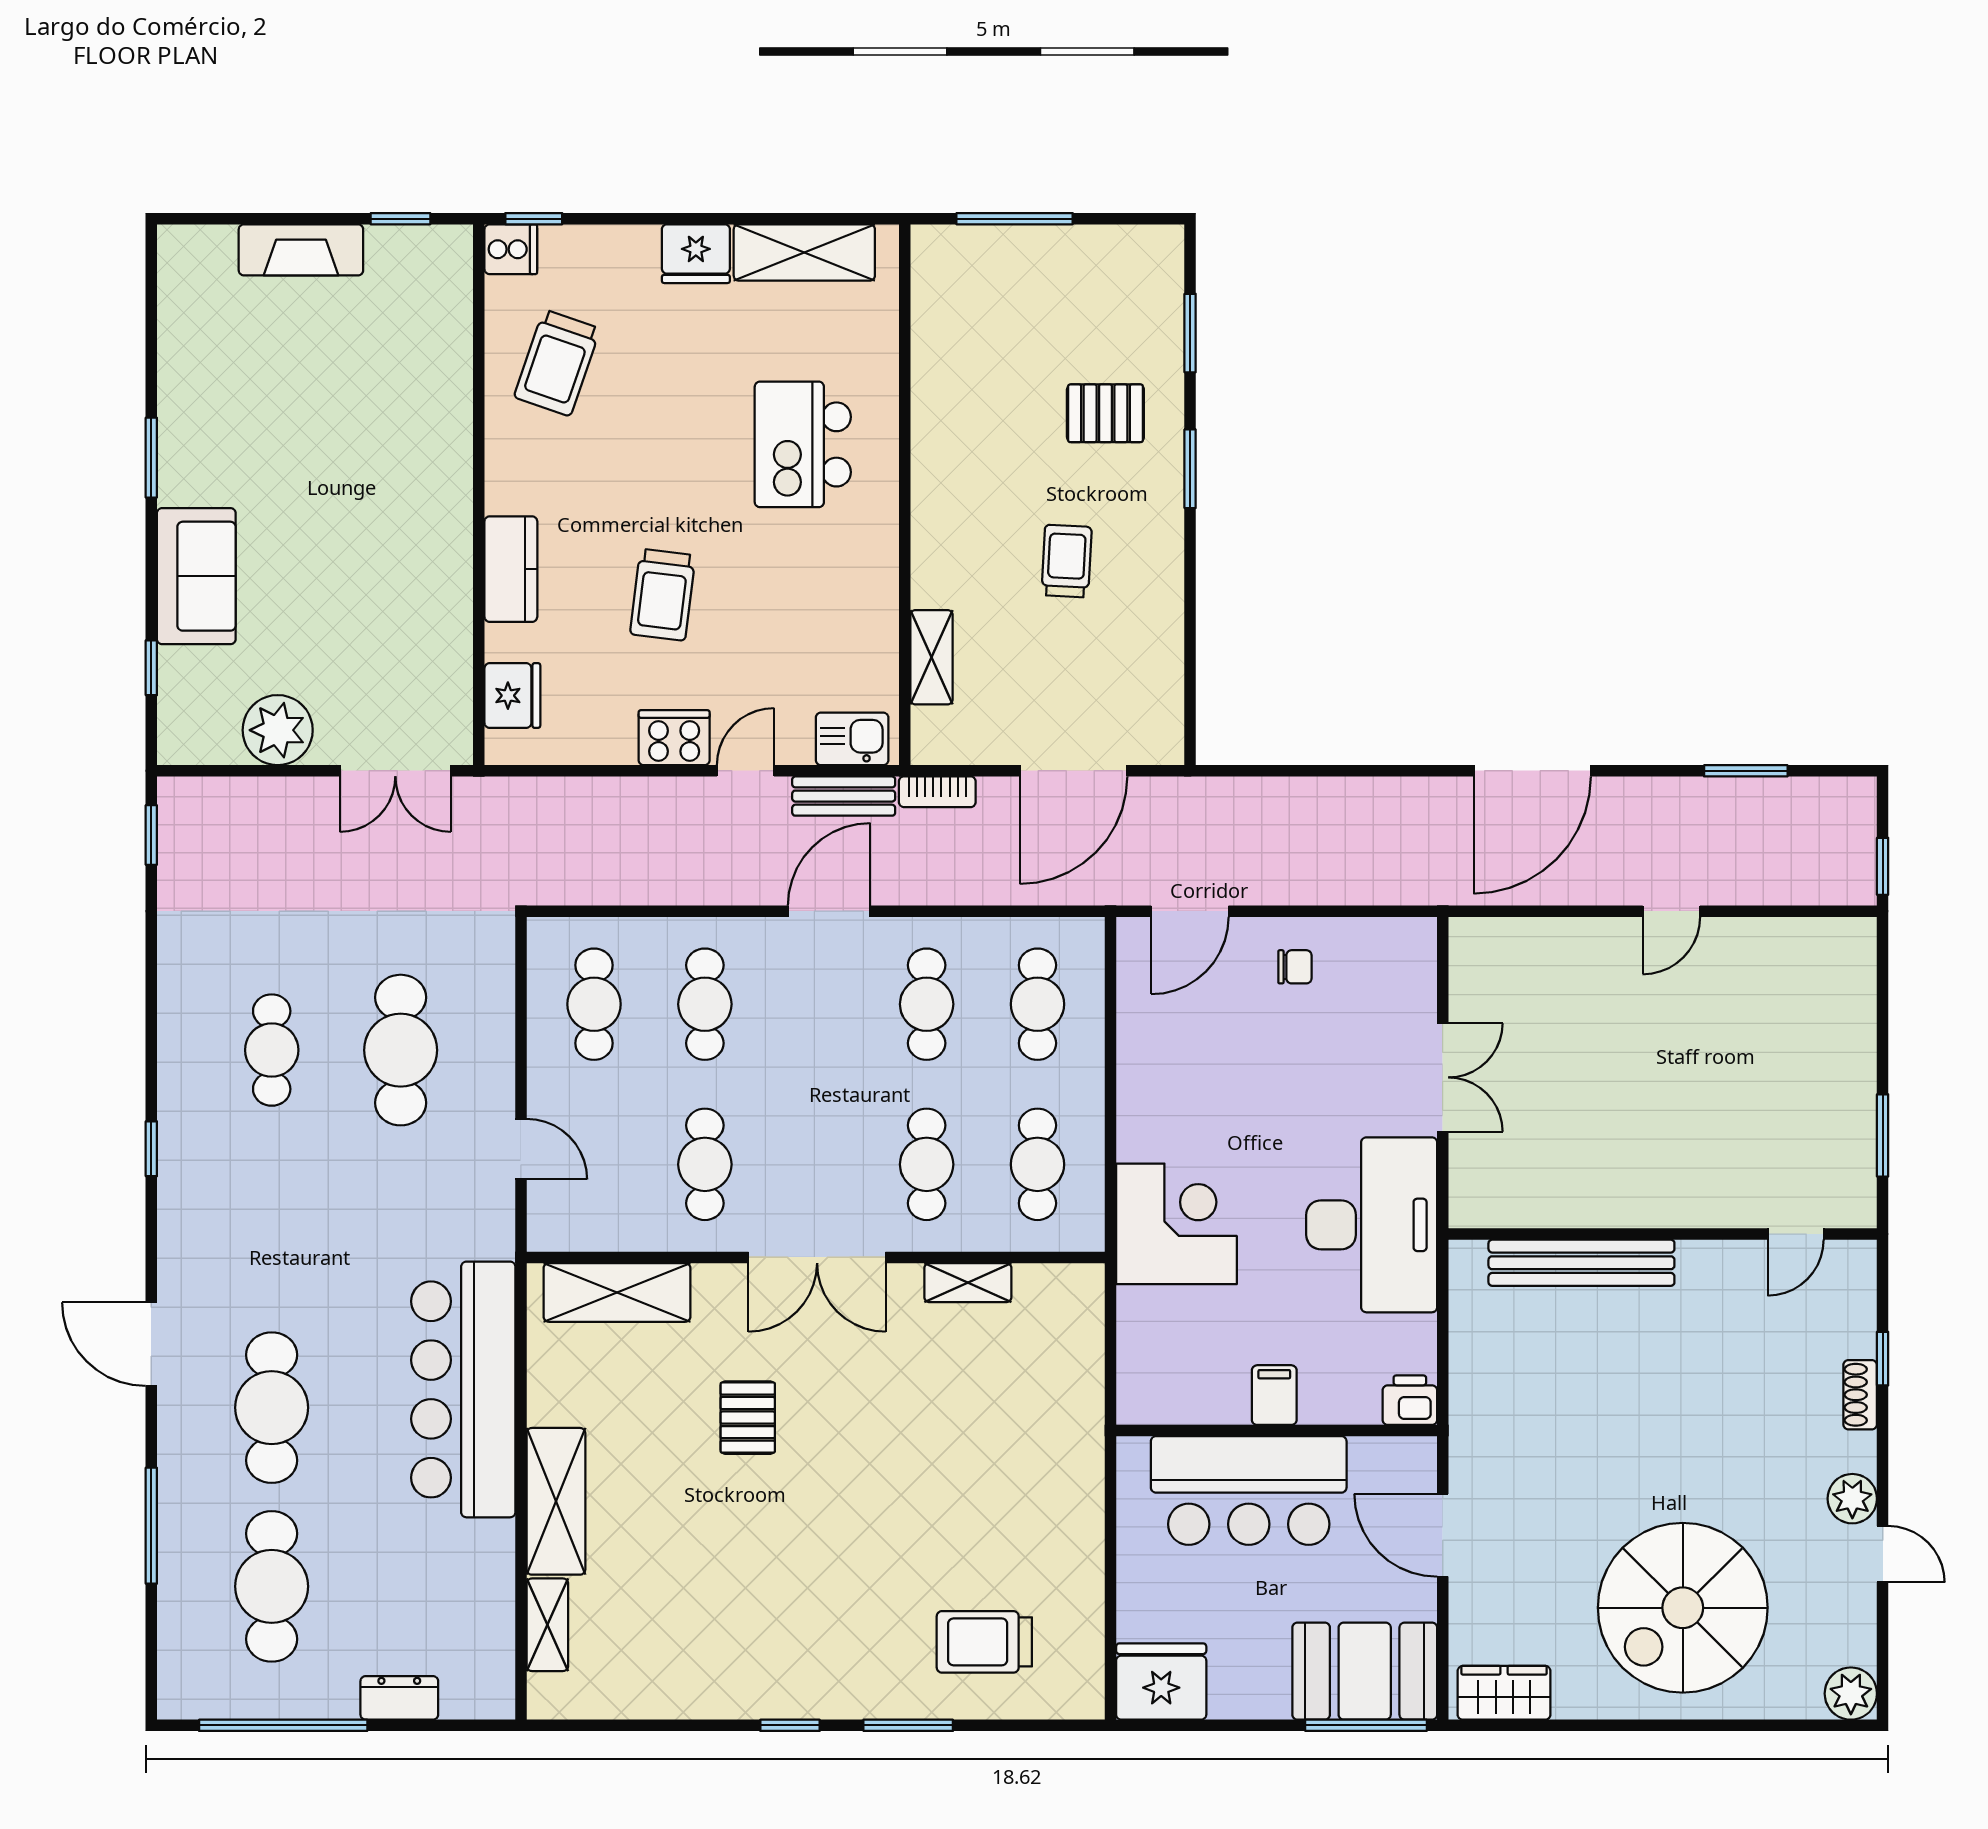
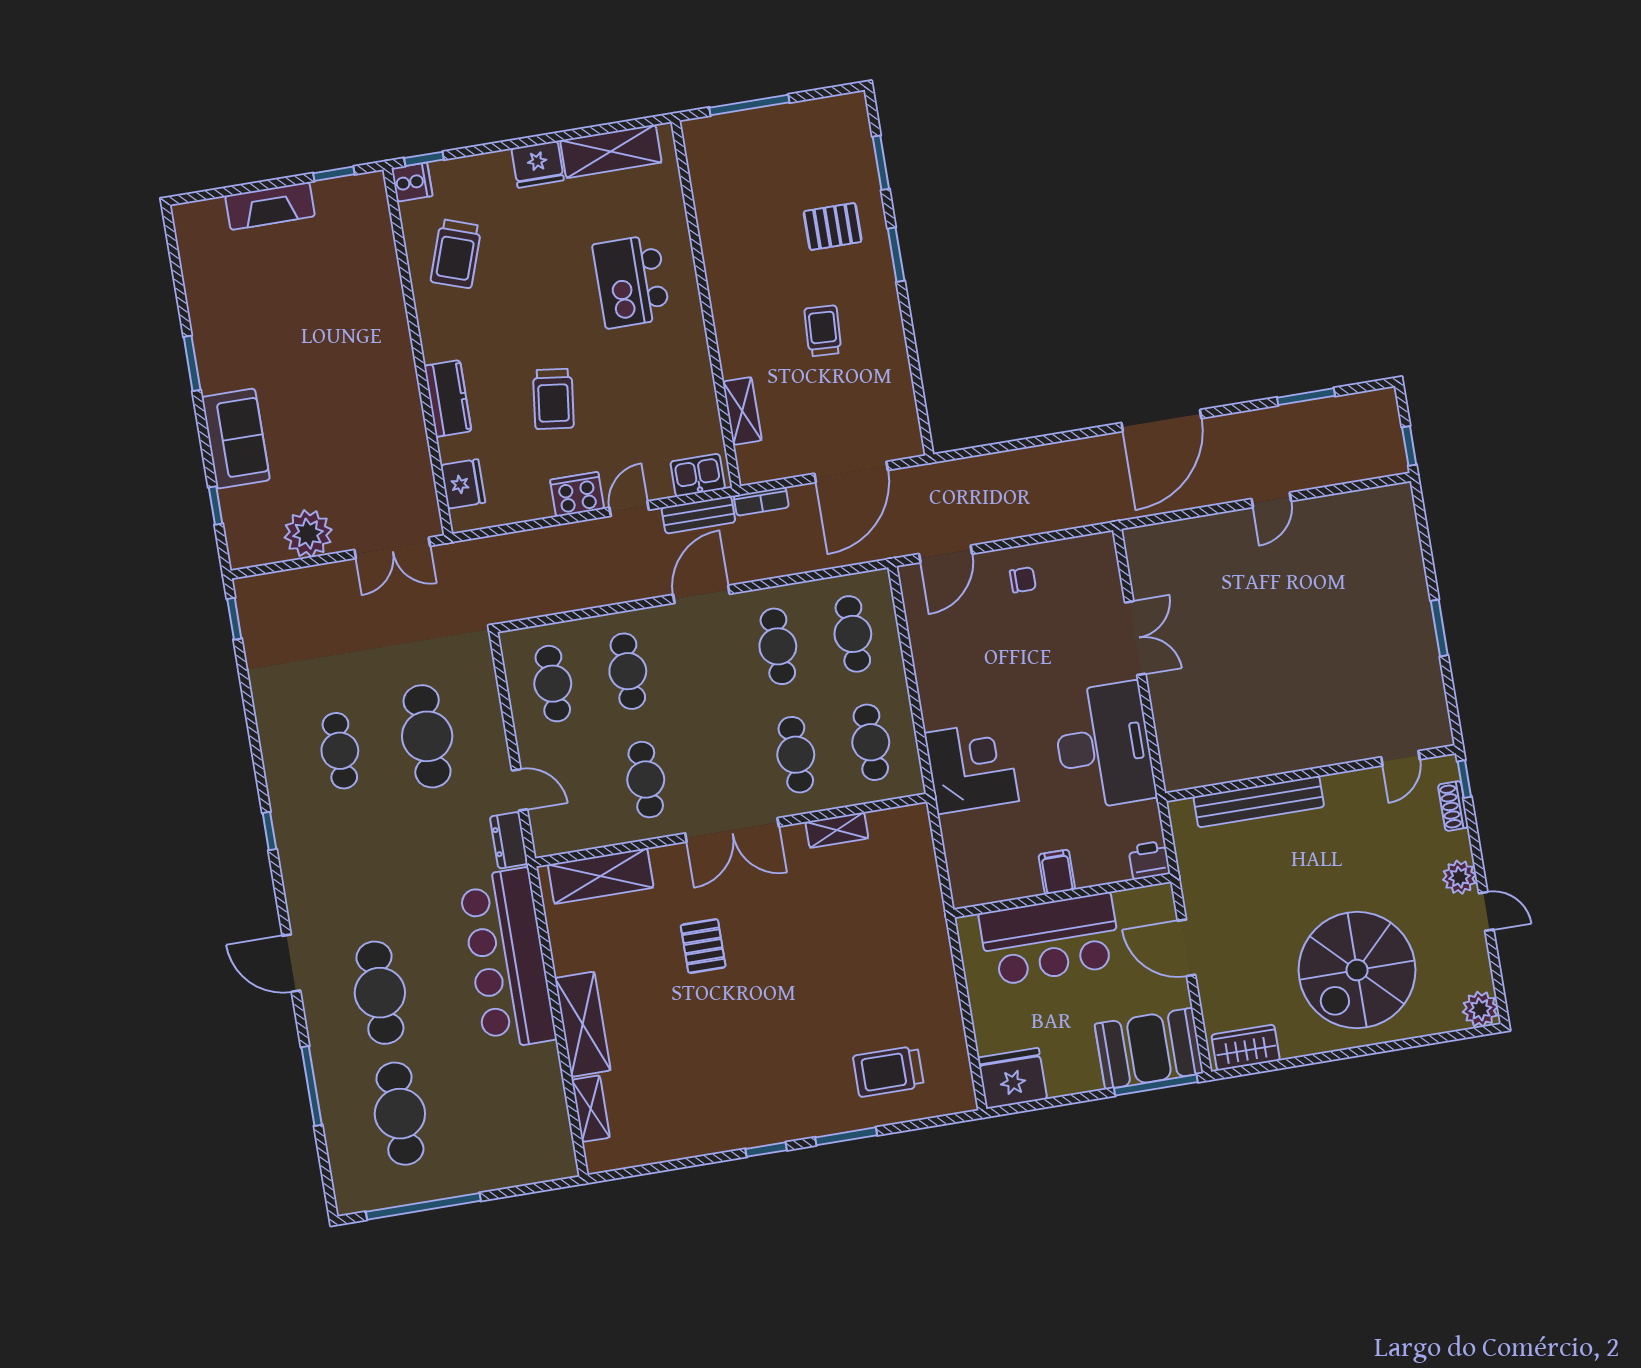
wall: (1663, 1234) -> (1310, 773), moved
door: (1796, 1234) -> (1400, 758), moved
bench: (1581, 1263) -> (1259, 802), moved
dresser: (399, 1698) -> (509, 840), moved, turned -90

